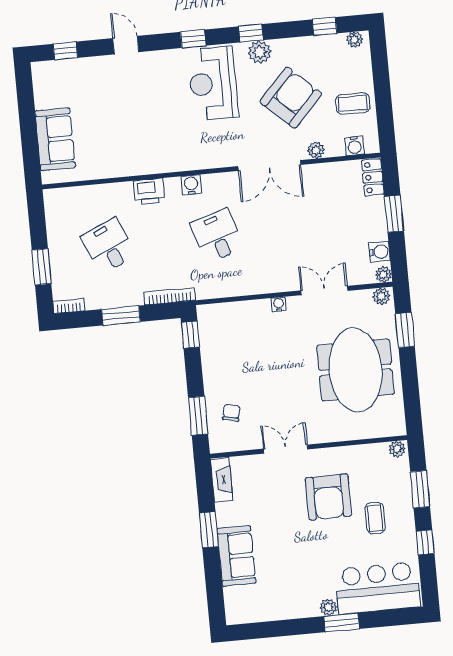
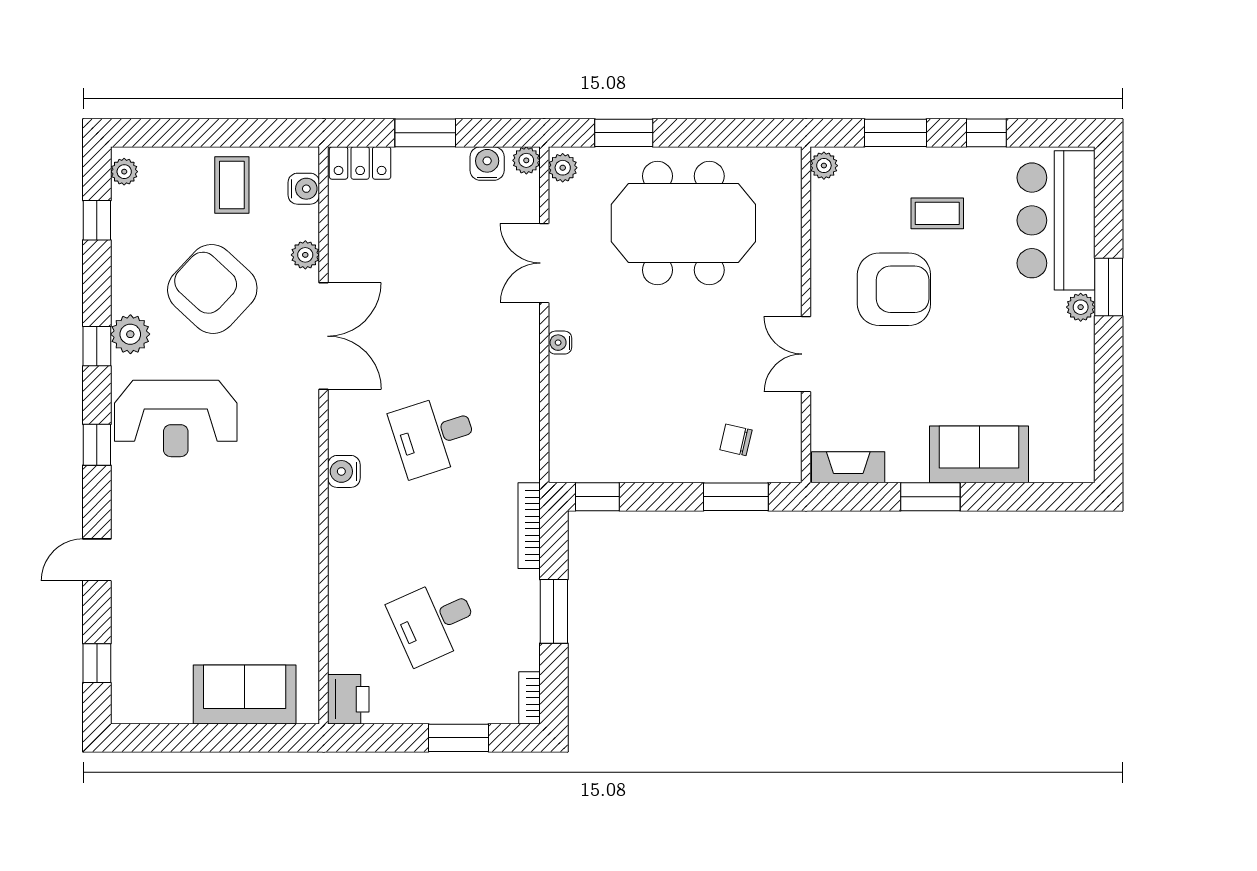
printer: (149, 191) -> (348, 699), moved

